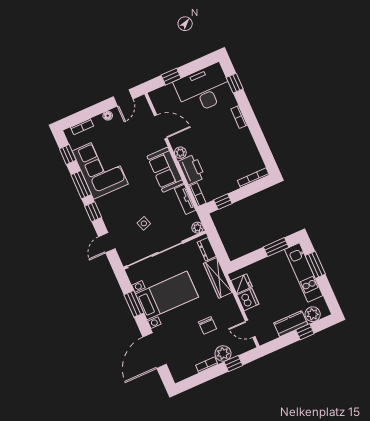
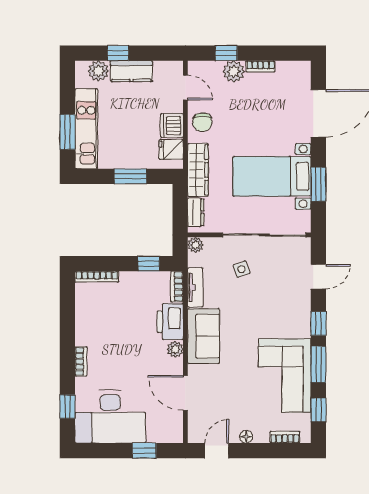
side table: (144, 223) -> (242, 269), moved
window: (276, 247) -> (130, 176), moved
chair: (207, 325) -> (202, 122), moved, turned 180

